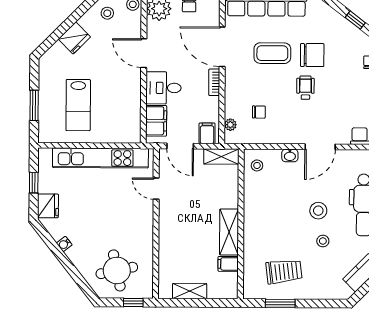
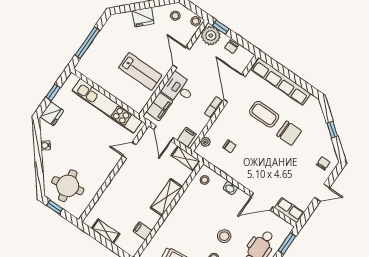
wheelchair: (305, 88) -> (270, 151), removed
window: (34, 105) -> (87, 43), width x1.44
lab bench: (78, 105) -> (140, 71), moved, turned -90
door: (320, 147) -> (262, 202), moved
door: (156, 189) -> (129, 150), hinge flipped
shelving: (229, 232) -> (166, 197), moved
window: (133, 303) -> (55, 207), moved

